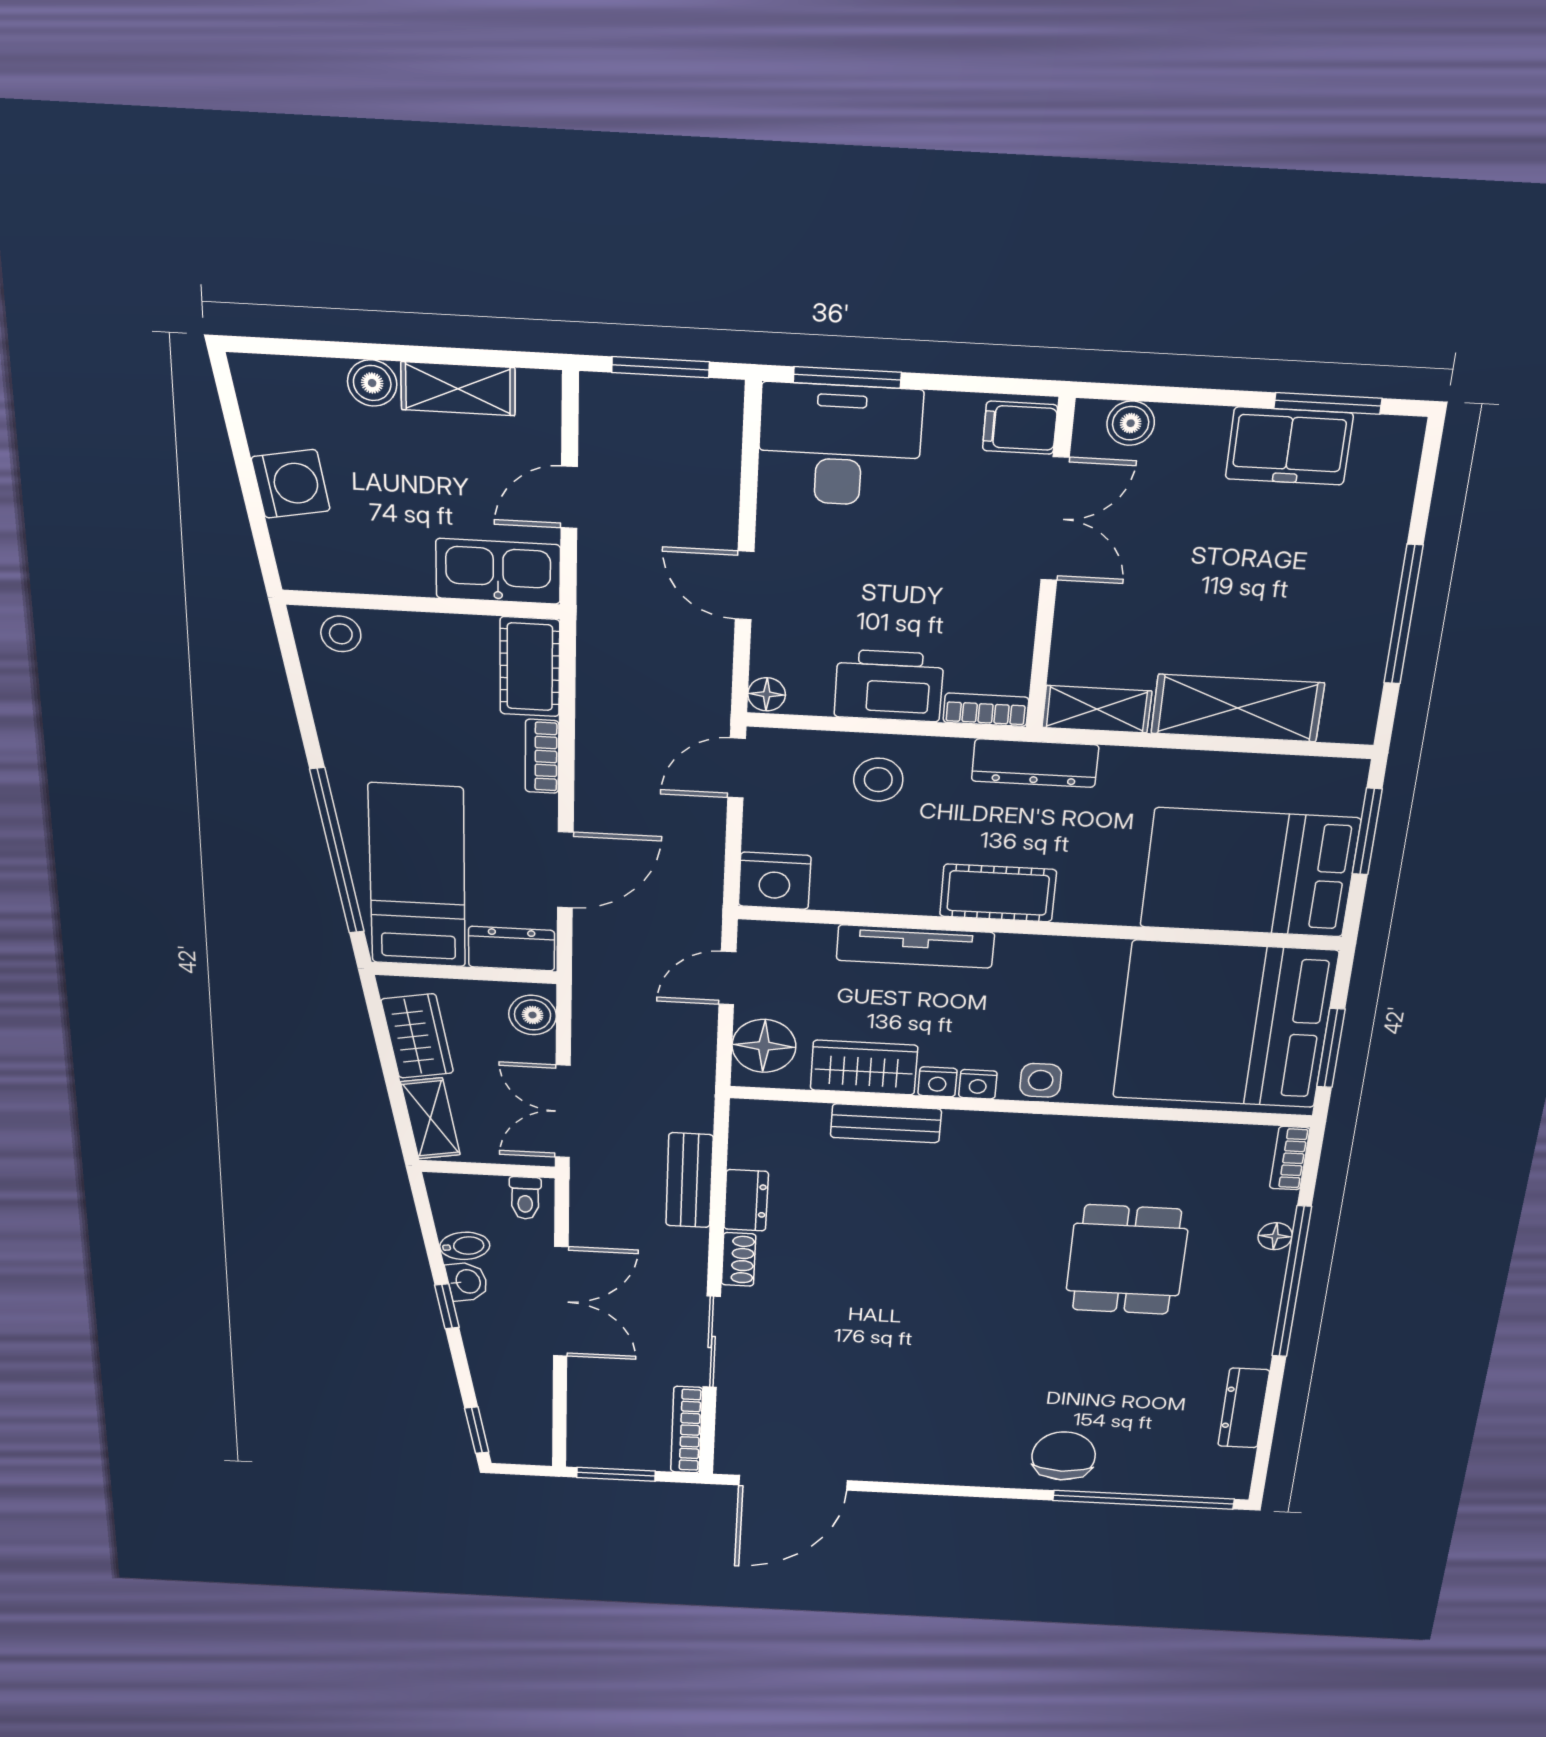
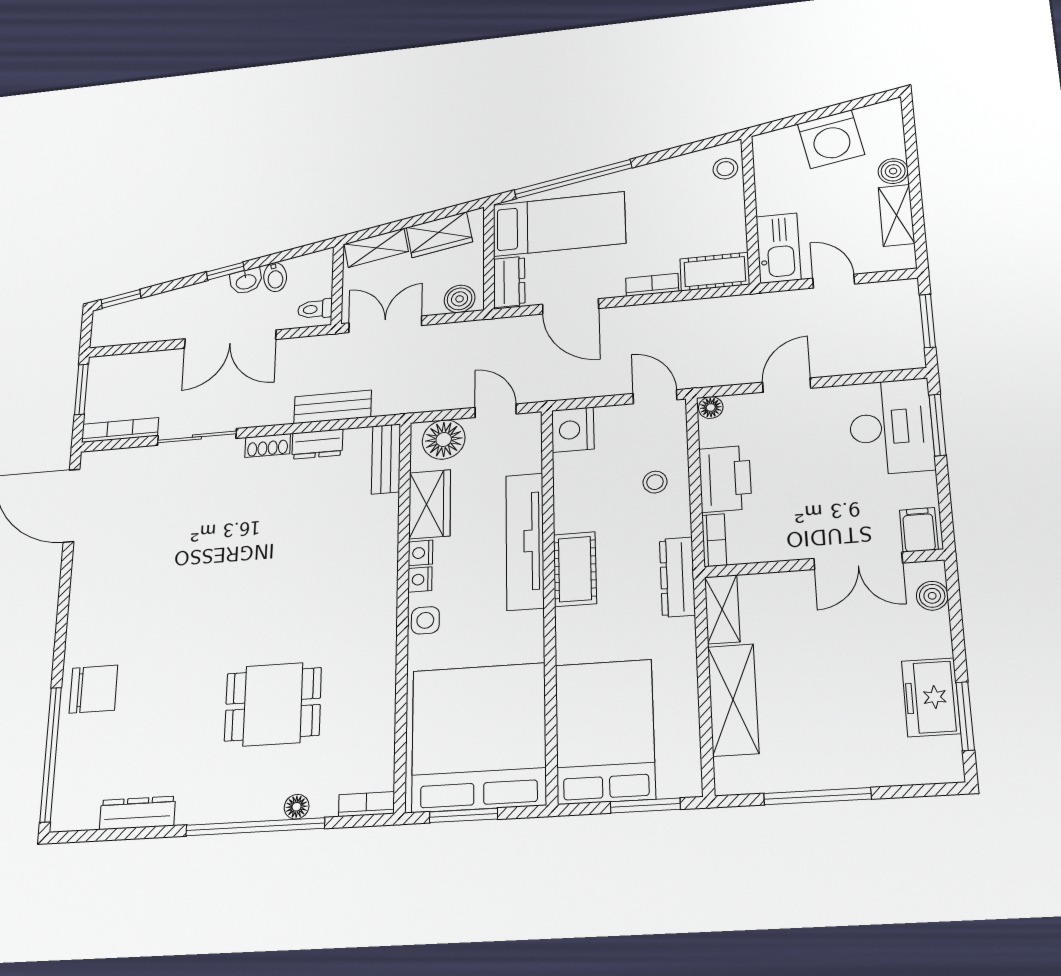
washing machine: (291, 484) -> (831, 139), width x1.37, depth x1.37
stool: (878, 780) -> (655, 482), width x0.73, depth x0.73
tv unit: (915, 946) -> (525, 541), width x1.36, depth x1.29
bench: (886, 1123) -> (386, 459), moved

